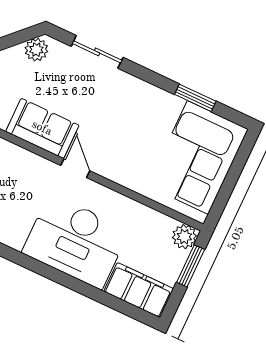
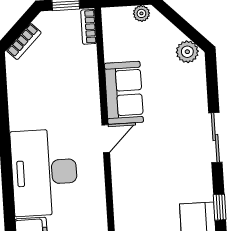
sliding door: (97, 52) -> (215, 138), moved
window: (195, 98) -> (220, 207), width x0.67

